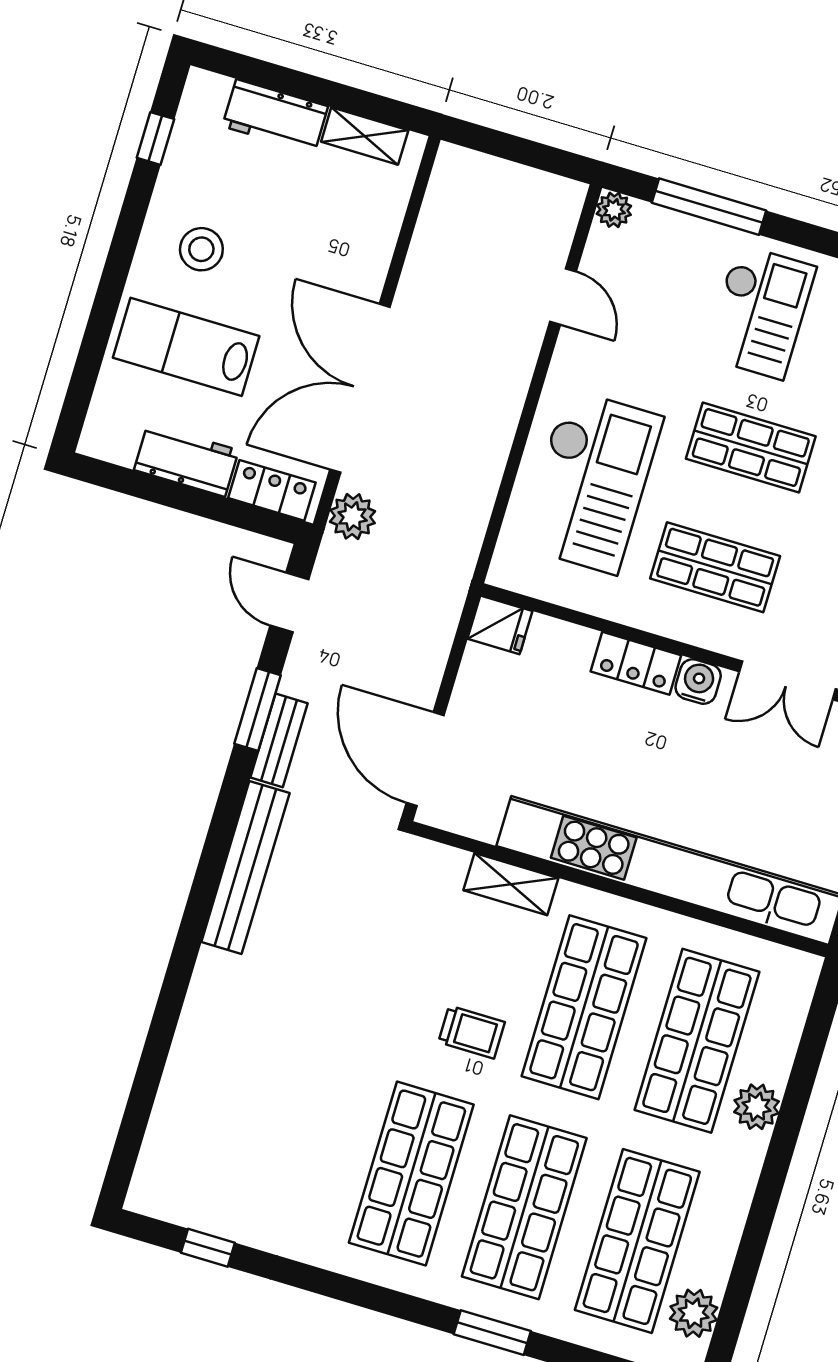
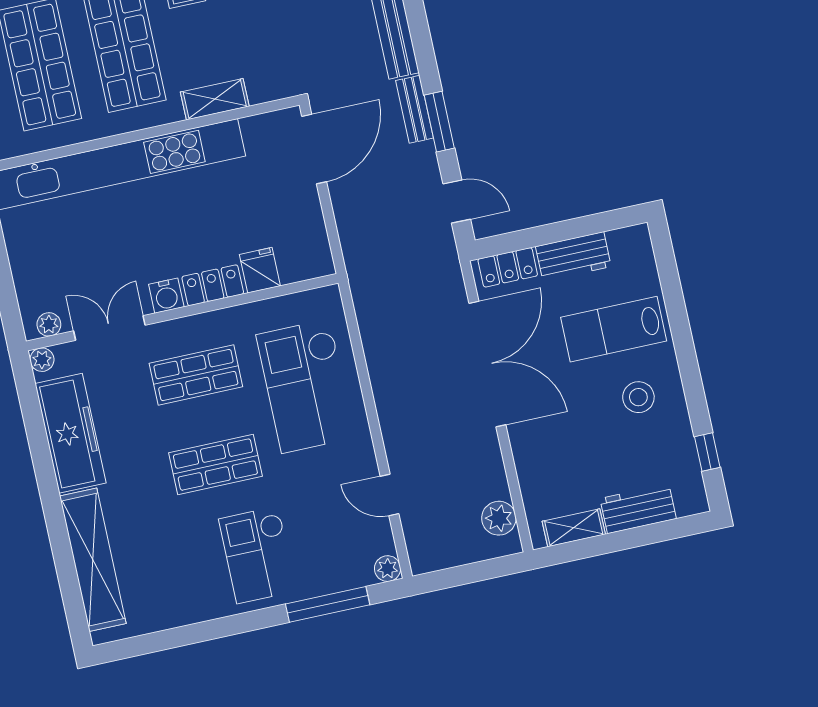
lab bench: (186, 347) -> (614, 329), turned 180
plant: (353, 516) -> (499, 518), moved
fridge: (500, 625) -> (260, 270), moved, turned 90
door: (425, 759) -> (314, 149), hinge flipped

